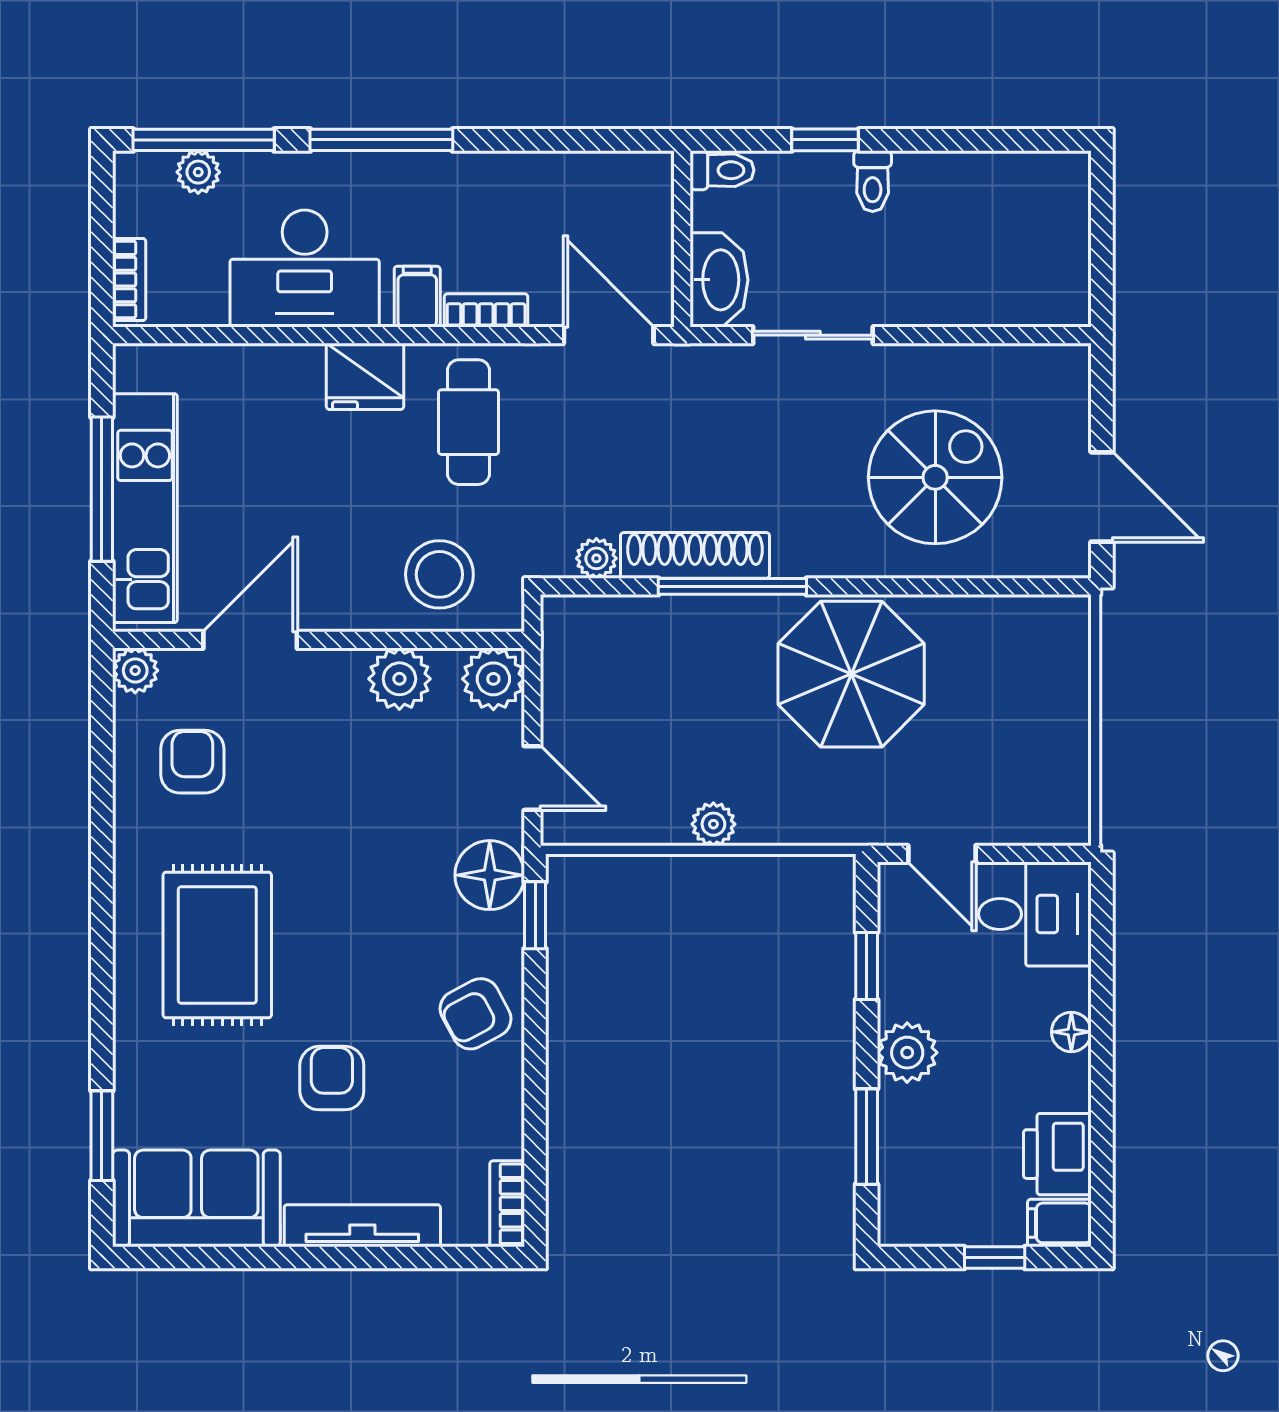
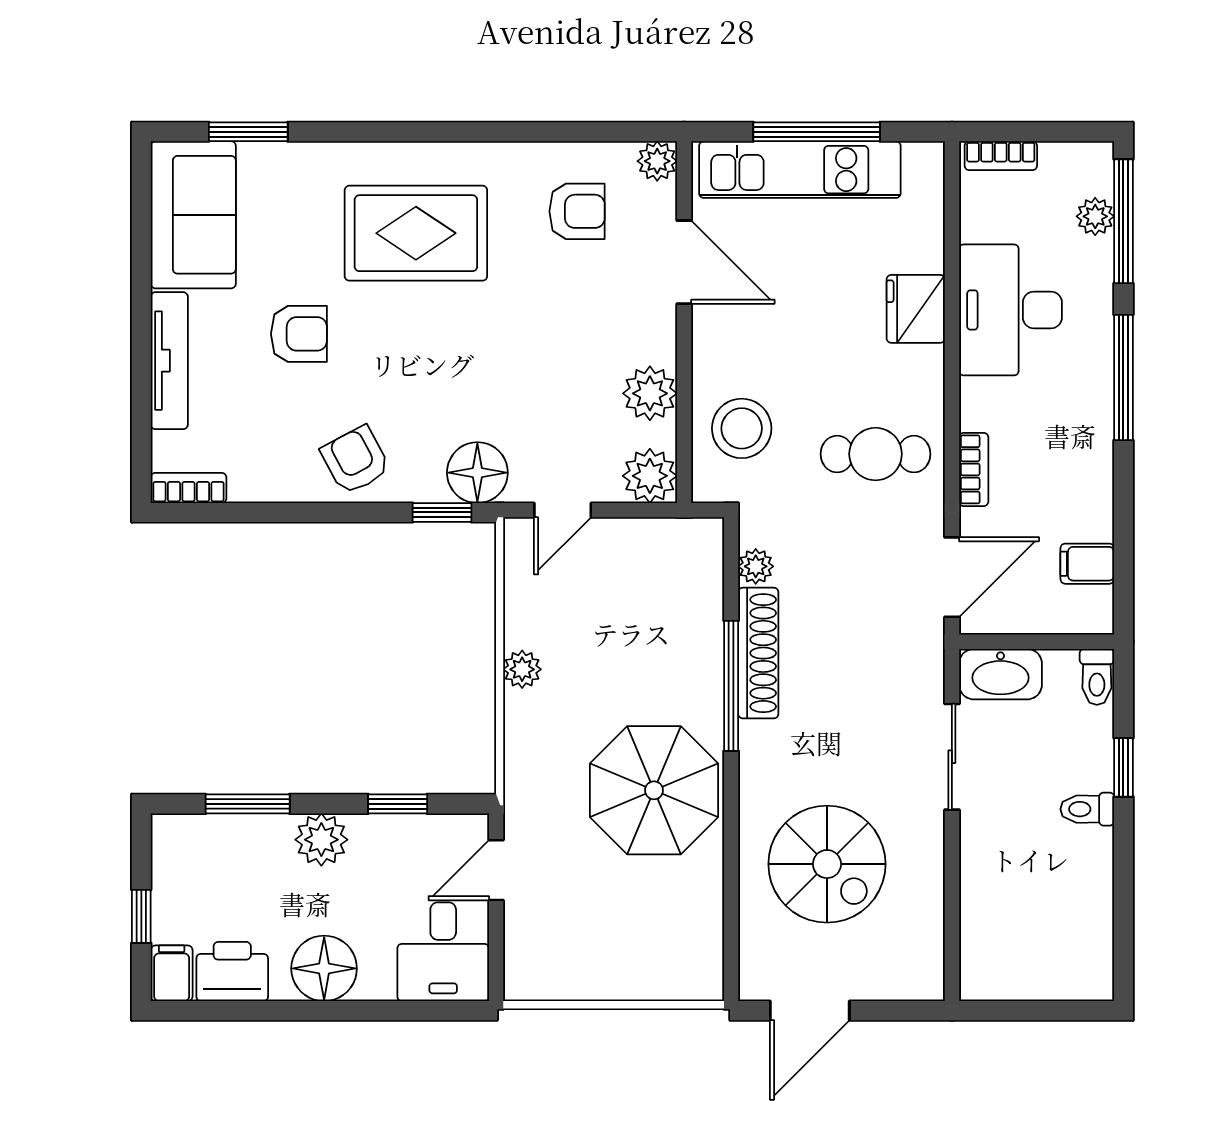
filing cabinet: (417, 297) -> (1087, 564), moved, turned 180
fridge: (365, 376) -> (916, 309), moved
floor lamp: (1071, 1032) -> (324, 968), width x1.89, depth x1.89

